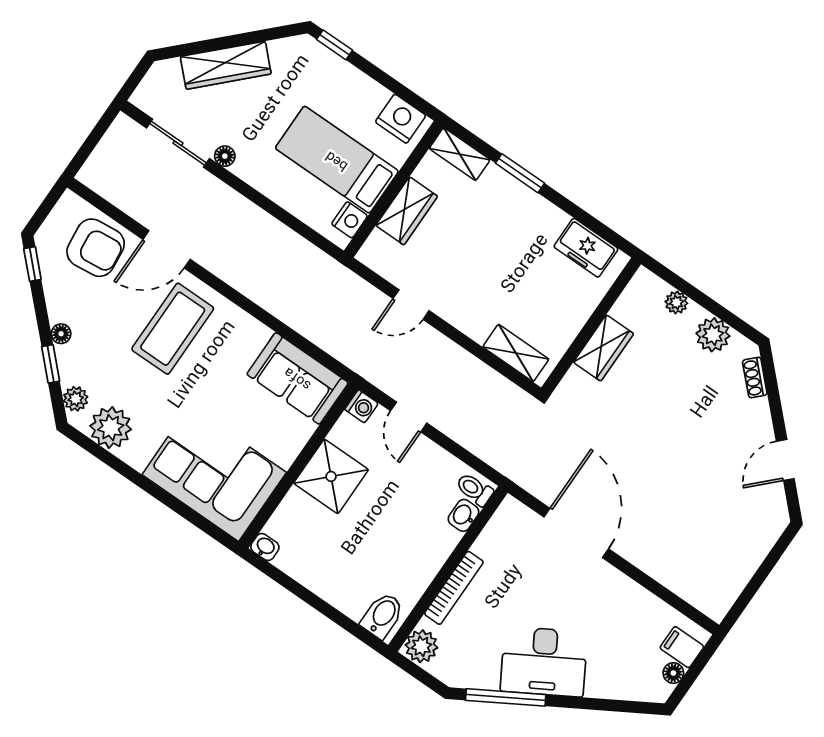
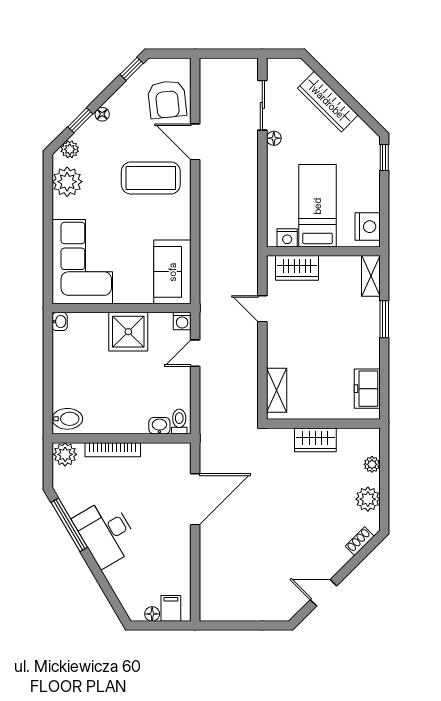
wardrobe: (407, 211) -> (297, 268), moved

